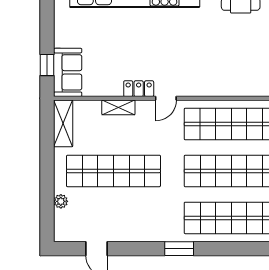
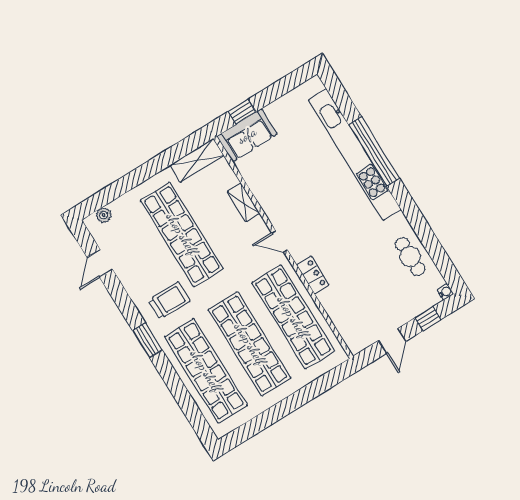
locker: (139, 89) -> (313, 275), moved
plant: (61, 201) -> (104, 215), moved
trolley: (159, 213) -> (169, 301), added

